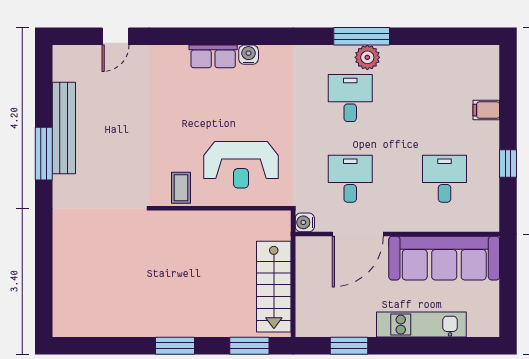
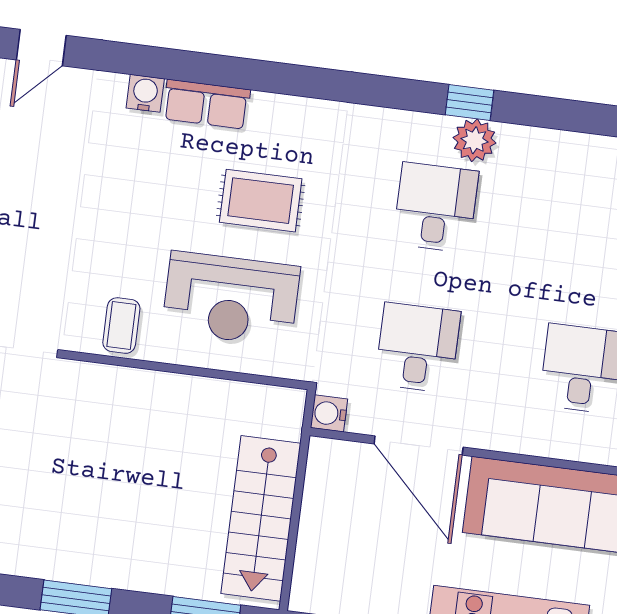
window: (362, 36) -> (469, 102), width x0.46
water cooler: (249, 55) -> (145, 93), moved
rug: (251, 107) -> (261, 201), added
door: (358, 234) -> (419, 445), hinge flipped

